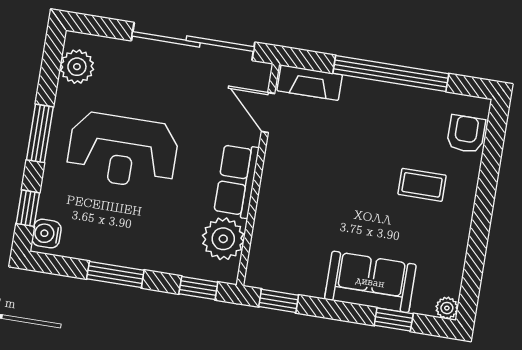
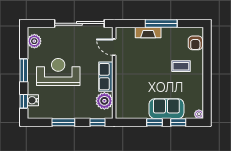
window: (391, 73) -> (161, 23), width x0.68
fireplace: (310, 83) -> (148, 32), moved
armchair: (466, 134) -> (195, 43), turned 180
reception desk: (123, 151) -> (58, 72), turned 180
water cooler: (47, 234) -> (33, 100), moved
window: (279, 301) -> (154, 122), moved

